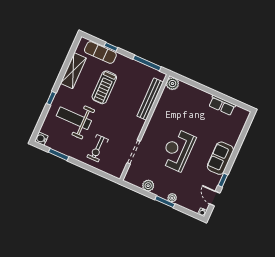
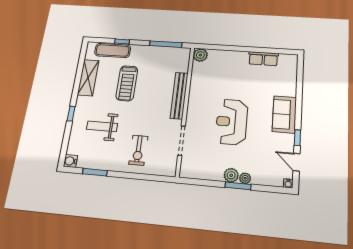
bench: (150, 99) -> (179, 96), moved
weight bench: (74, 118) -> (102, 126), width x0.73, depth x0.75
plant: (148, 186) -> (231, 175), moved

